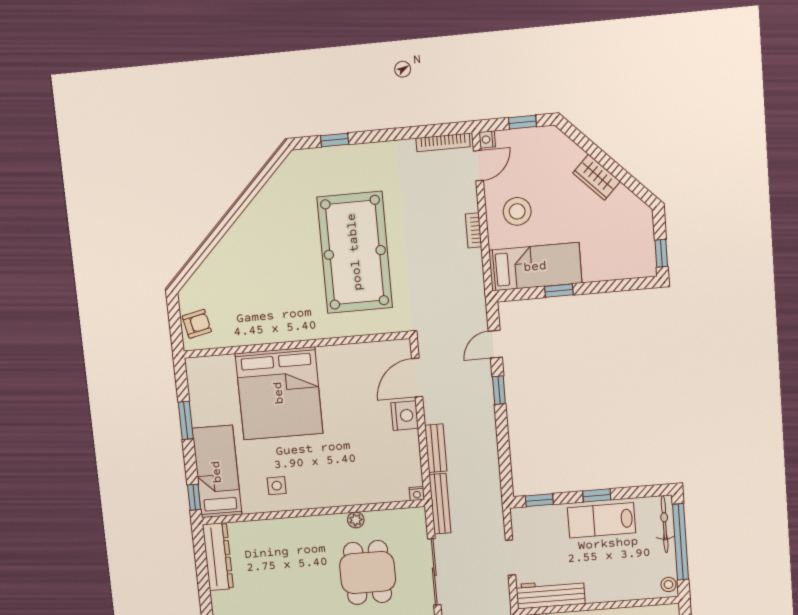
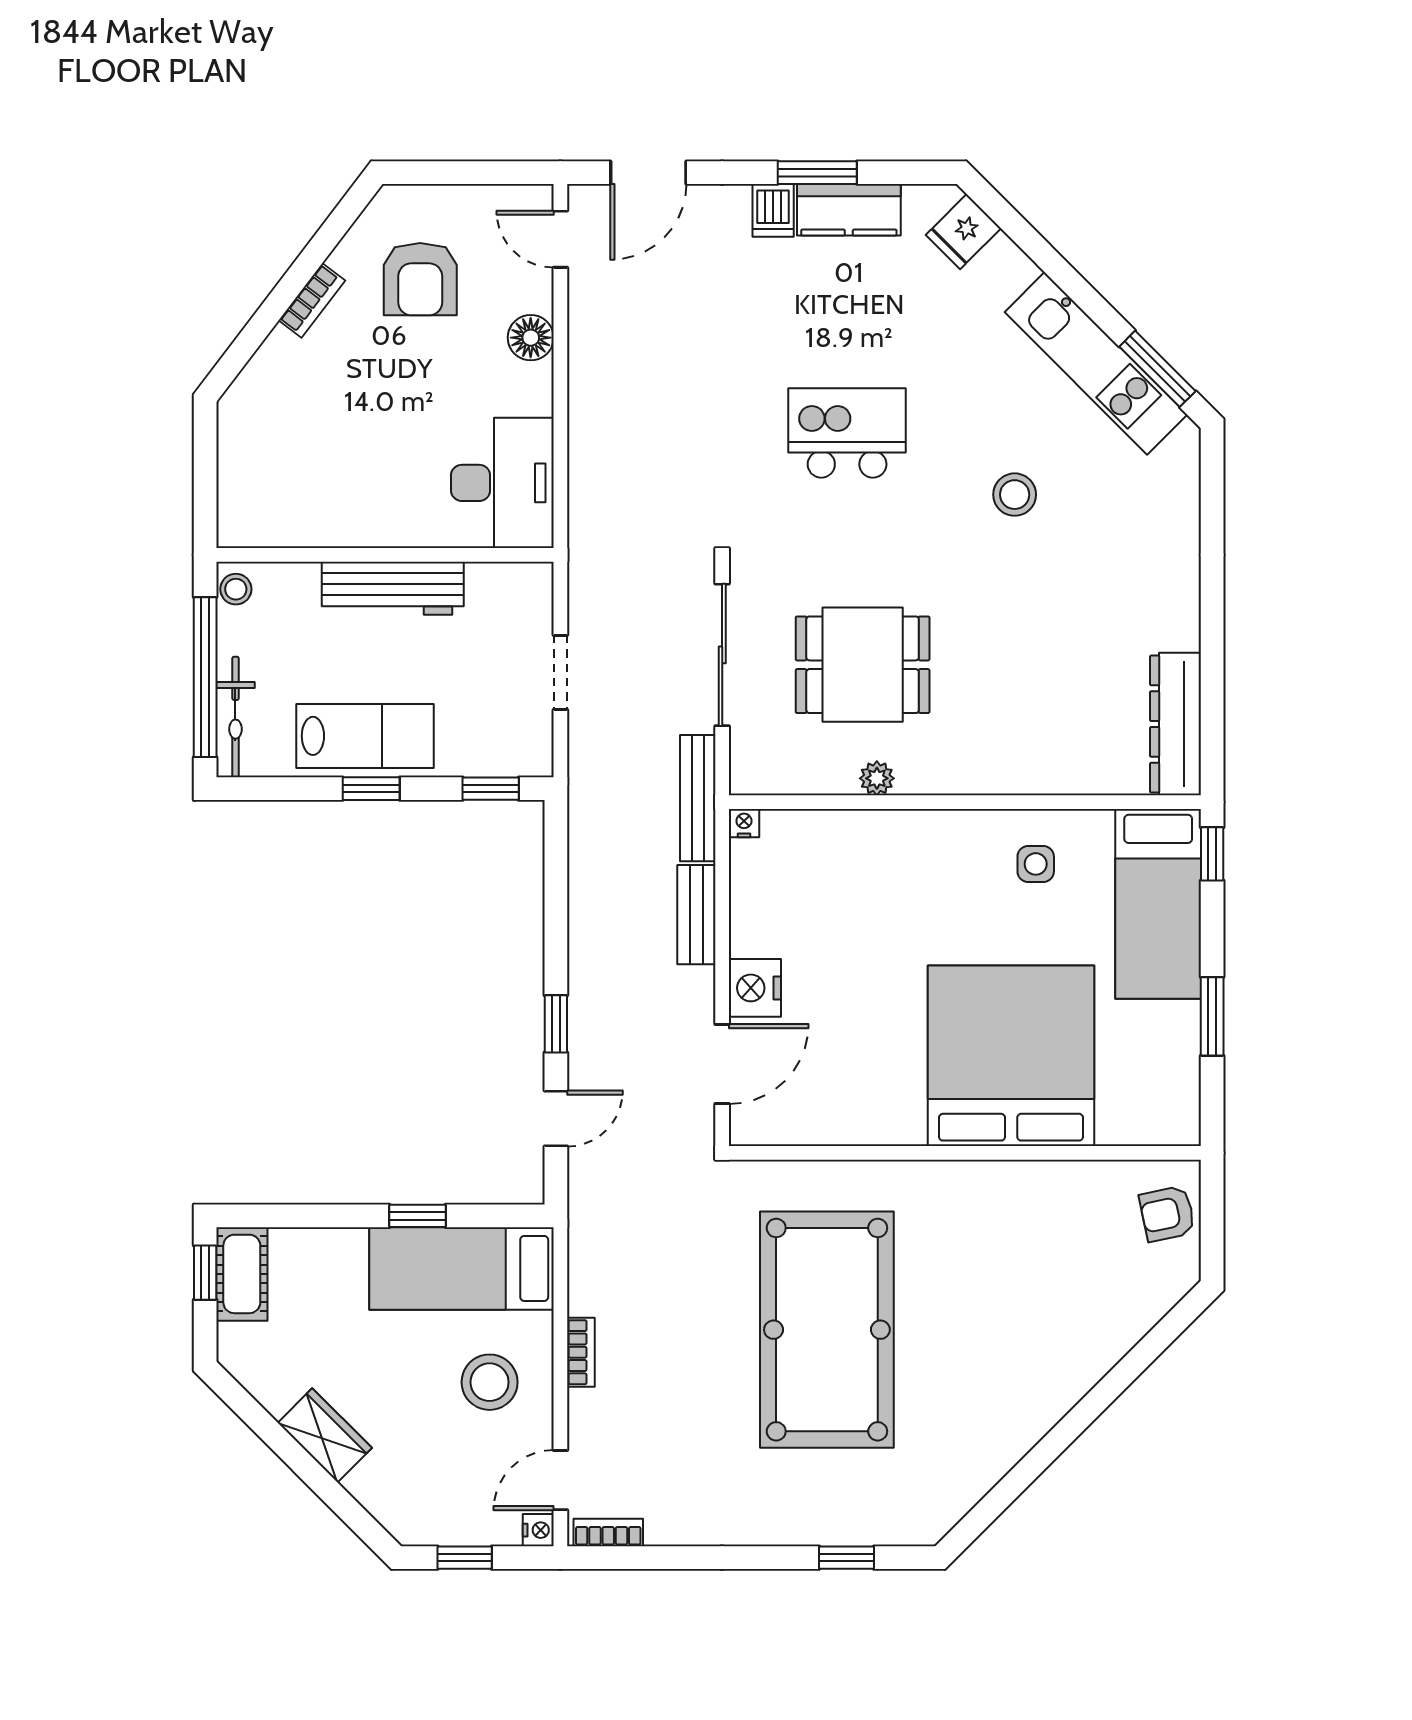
bookcase: (443, 142) -> (608, 1532), width x0.64
cot: (643, 254) -> (242, 1274), added
dining table: (368, 572) -> (863, 665), turned 90
workbench: (551, 594) -> (393, 588), moved

